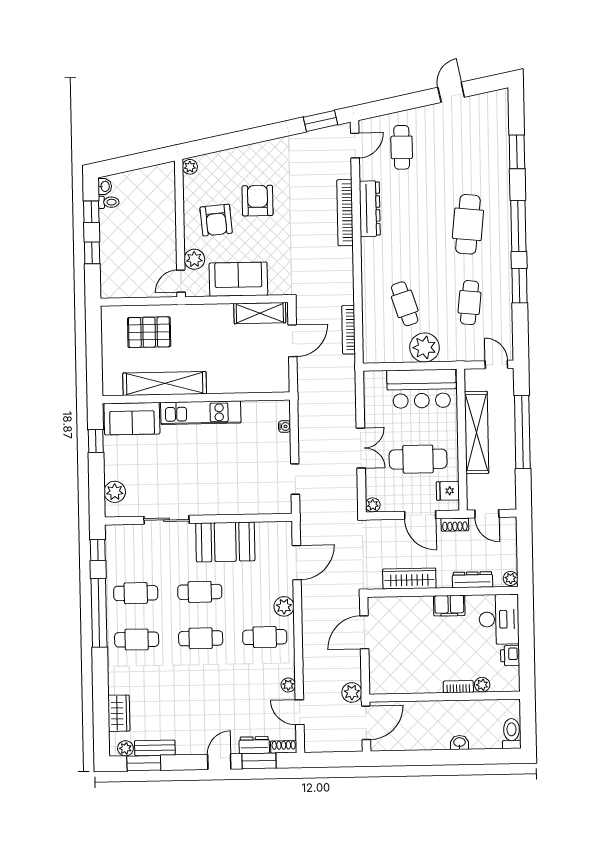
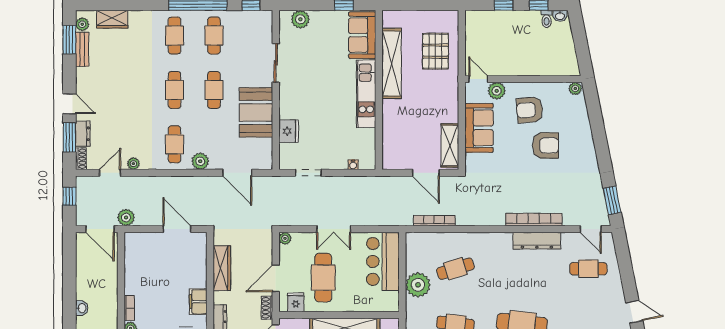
bar counter: (422, 389) -> (383, 261), moved
fridge: (247, 503) -> (289, 131), added
window: (328, 760) -> (69, 196), added

